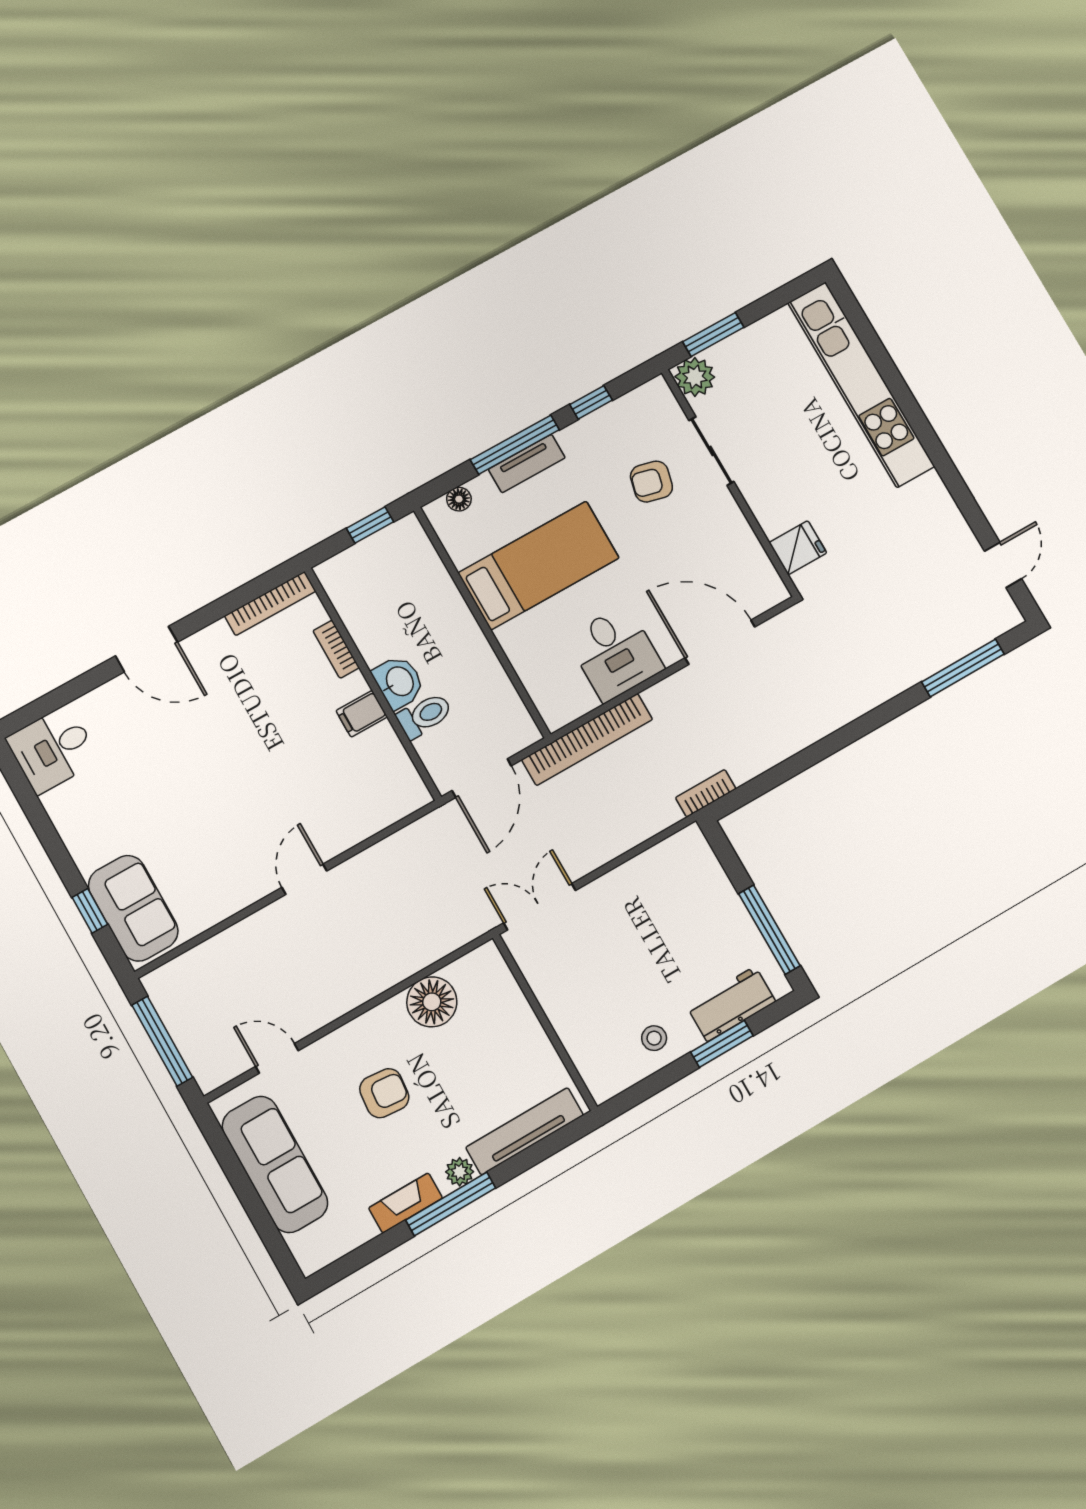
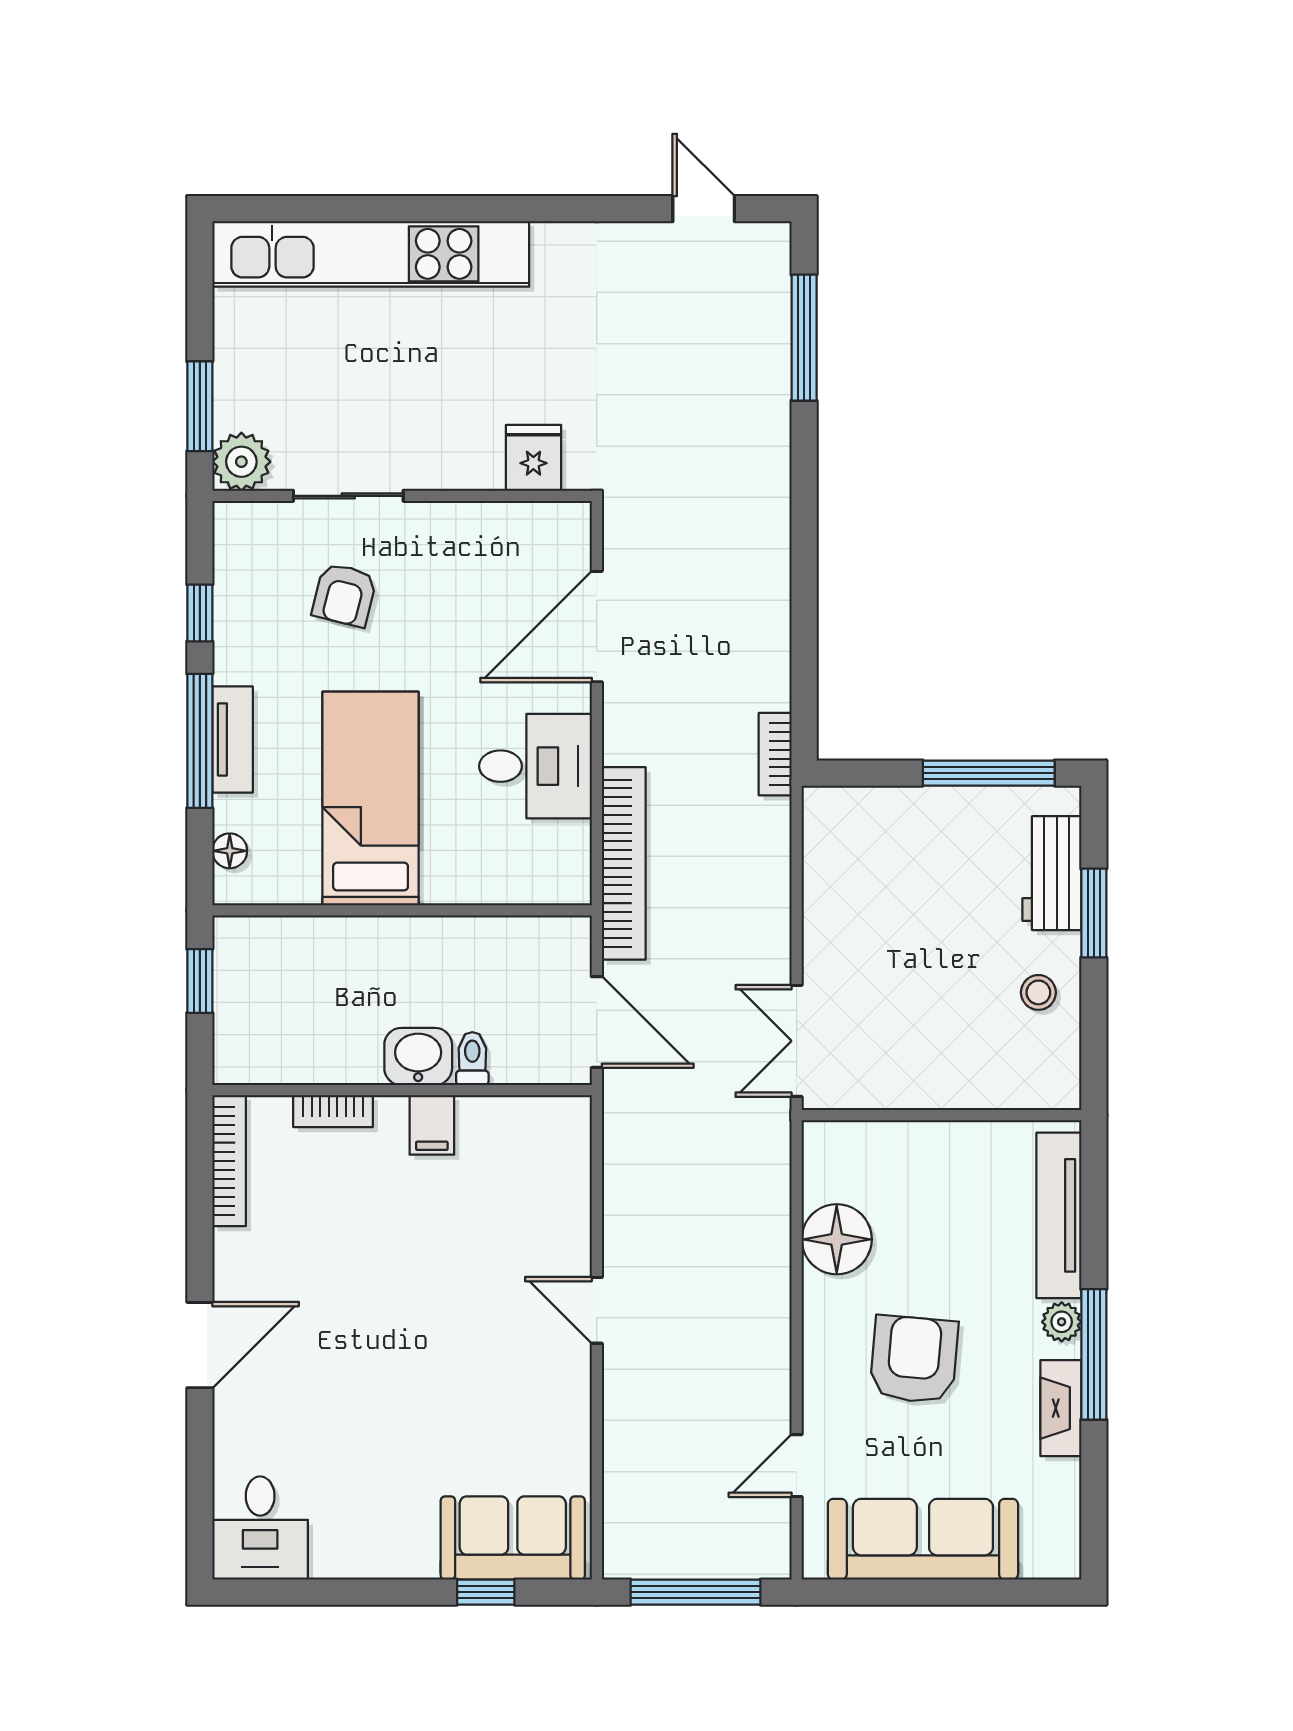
toilet: (425, 715) -> (472, 1059), width x0.73, depth x0.72
armchair: (384, 1093) -> (914, 1359), width x1.38, depth x1.38

